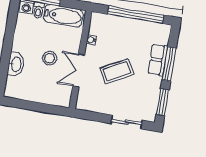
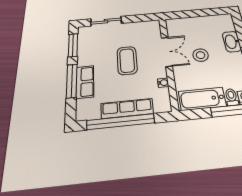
row of seats: (128, 25) -> (127, 109), added
coffee table: (117, 71) -> (127, 60), turned -61

